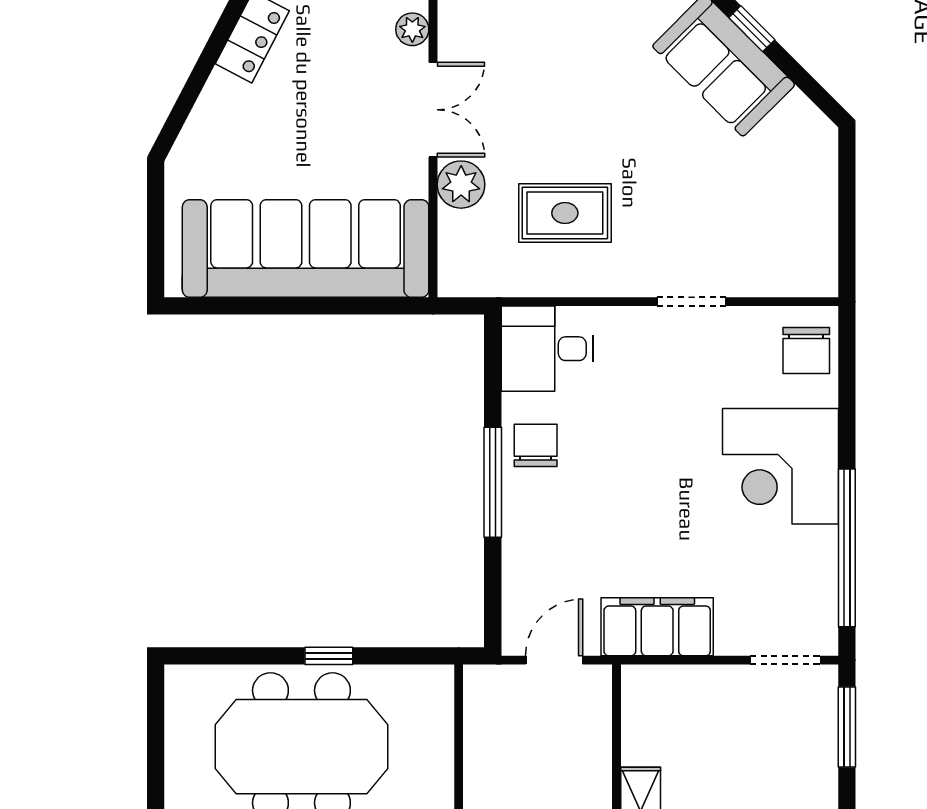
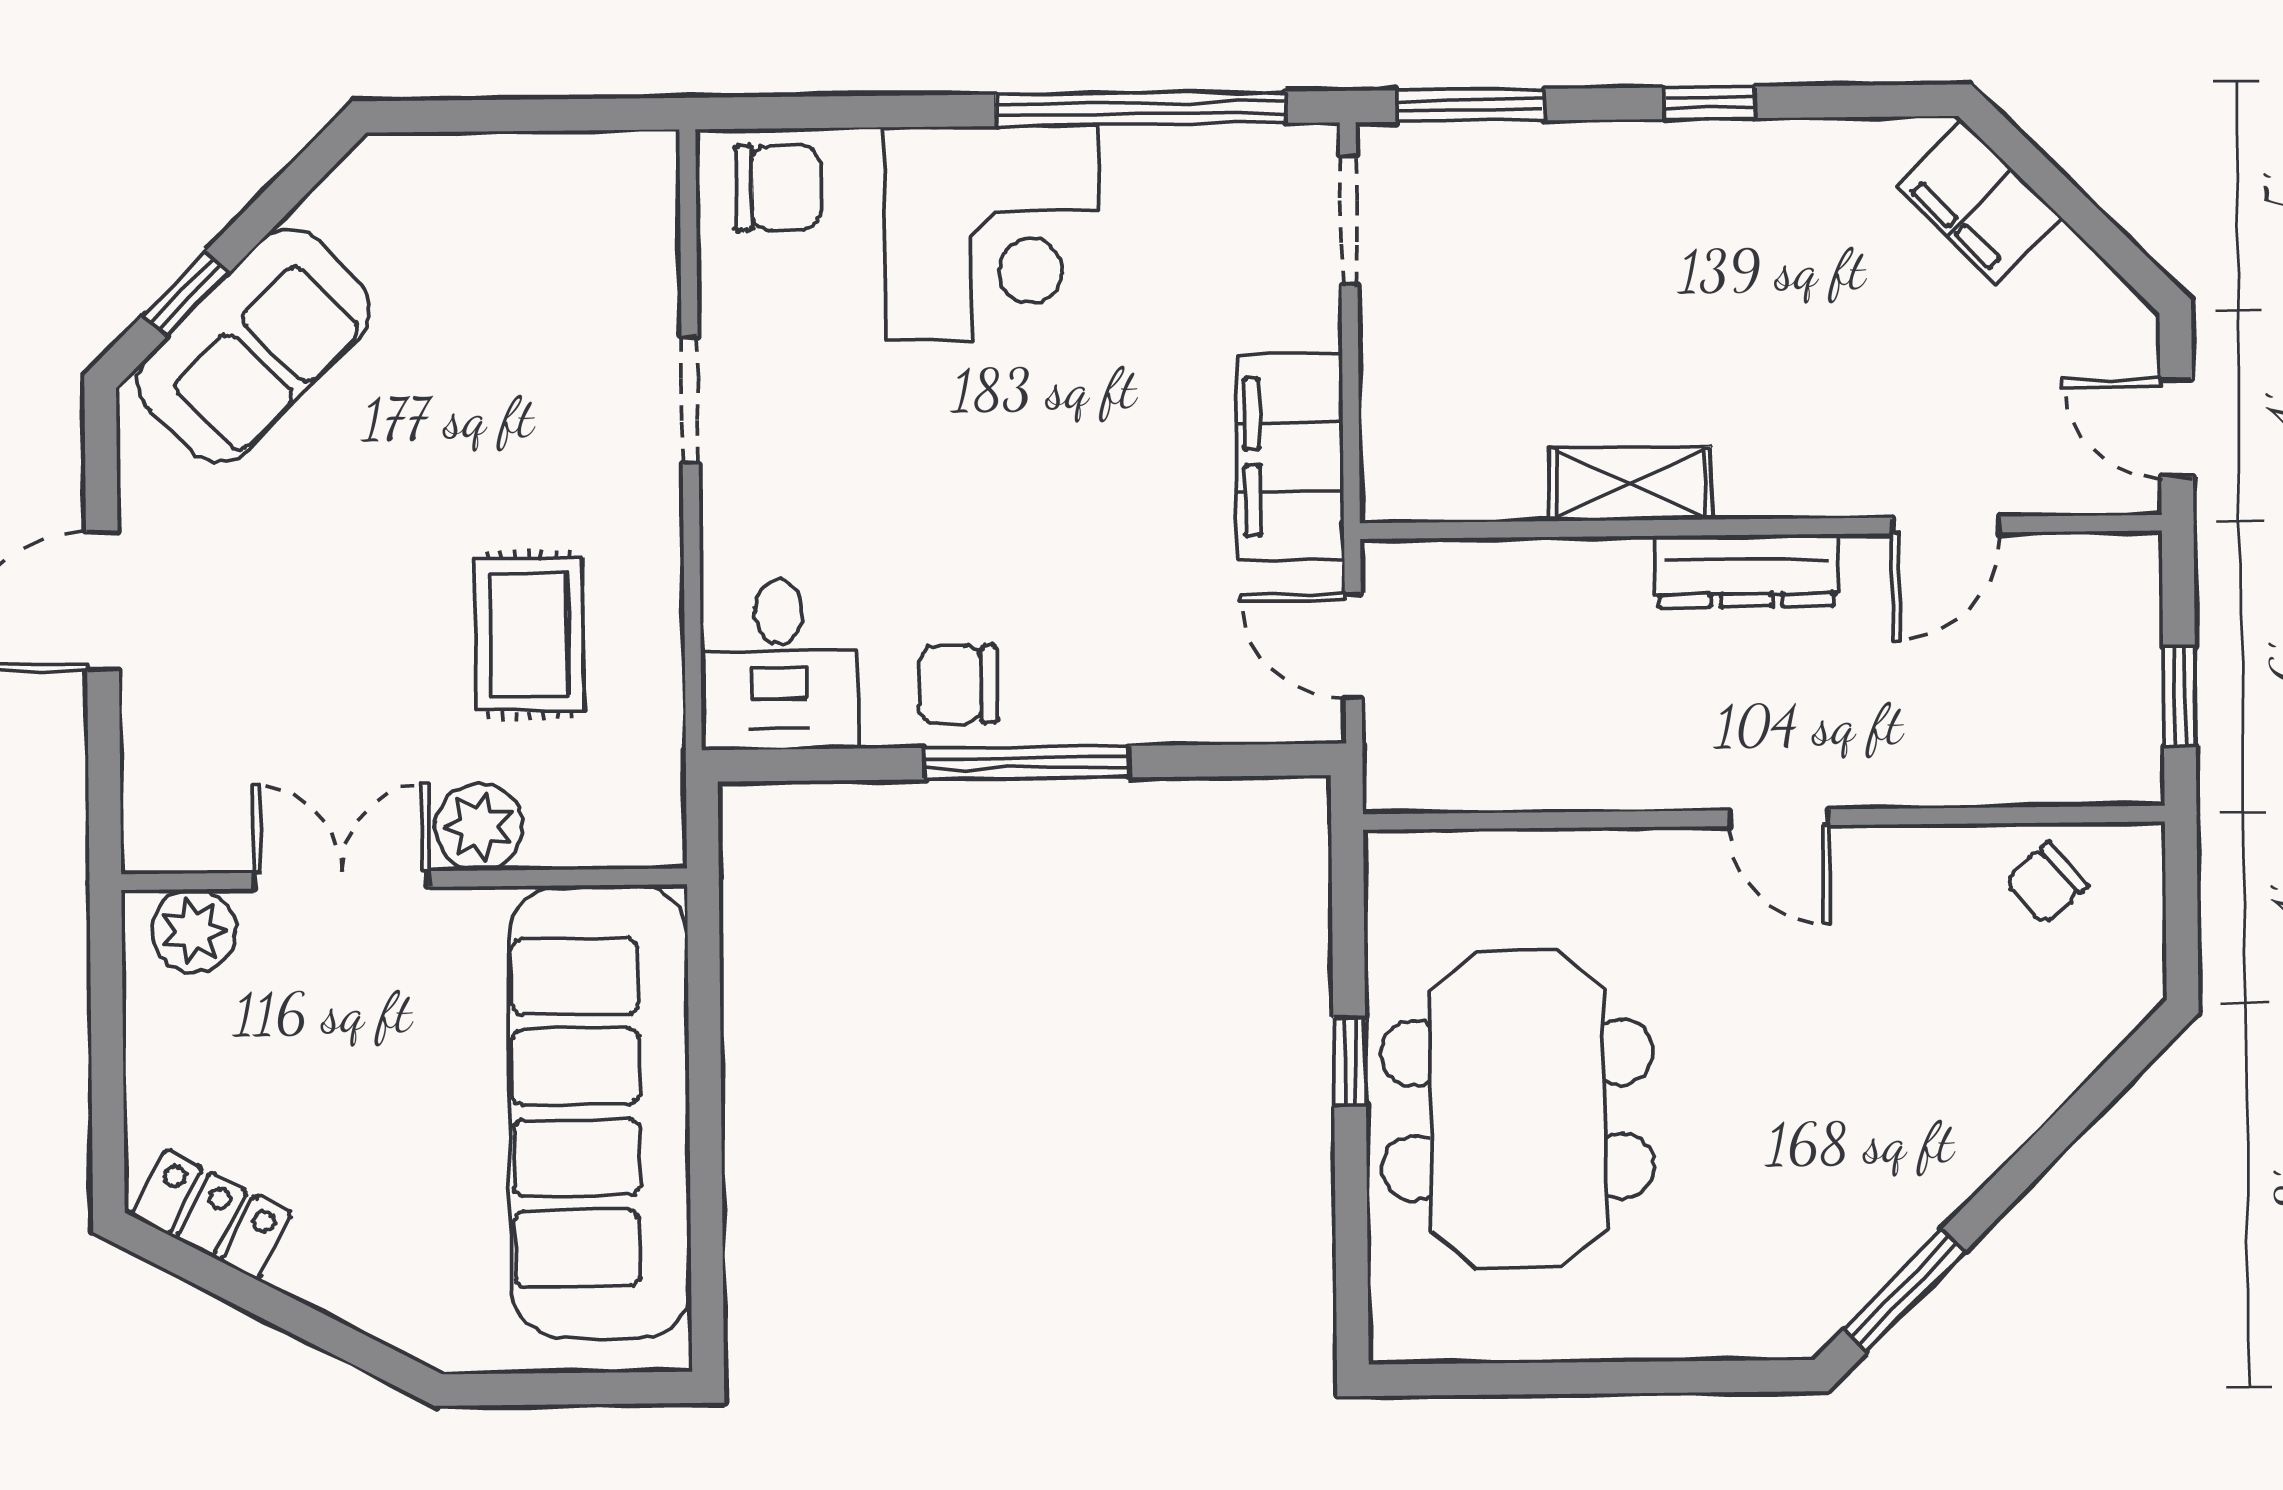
plant: (412, 29) -> (194, 931), width x1.38, depth x1.38

